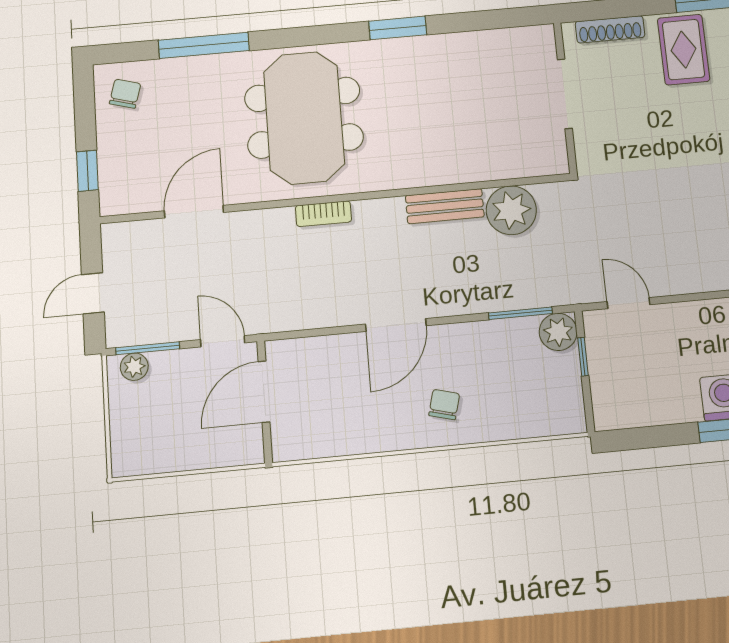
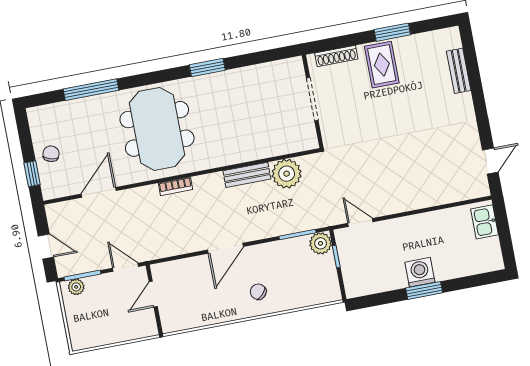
chair: (125, 94) -> (51, 154), moved
door: (93, 293) -> (46, 247), swing flipped
door: (264, 392) -> (153, 294), width x0.73
chair: (444, 405) -> (258, 292), turned -60

